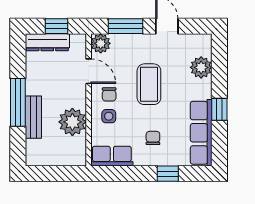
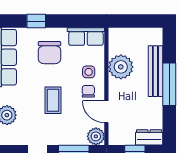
dresser: (47, 42) -> (149, 137), width x0.70
coffee table: (149, 84) -> (53, 100), width x0.73, depth x0.77
bench: (33, 117) -> (155, 71), width x1.36
chair: (153, 138) -> (49, 53), width x1.87, depth x1.87

